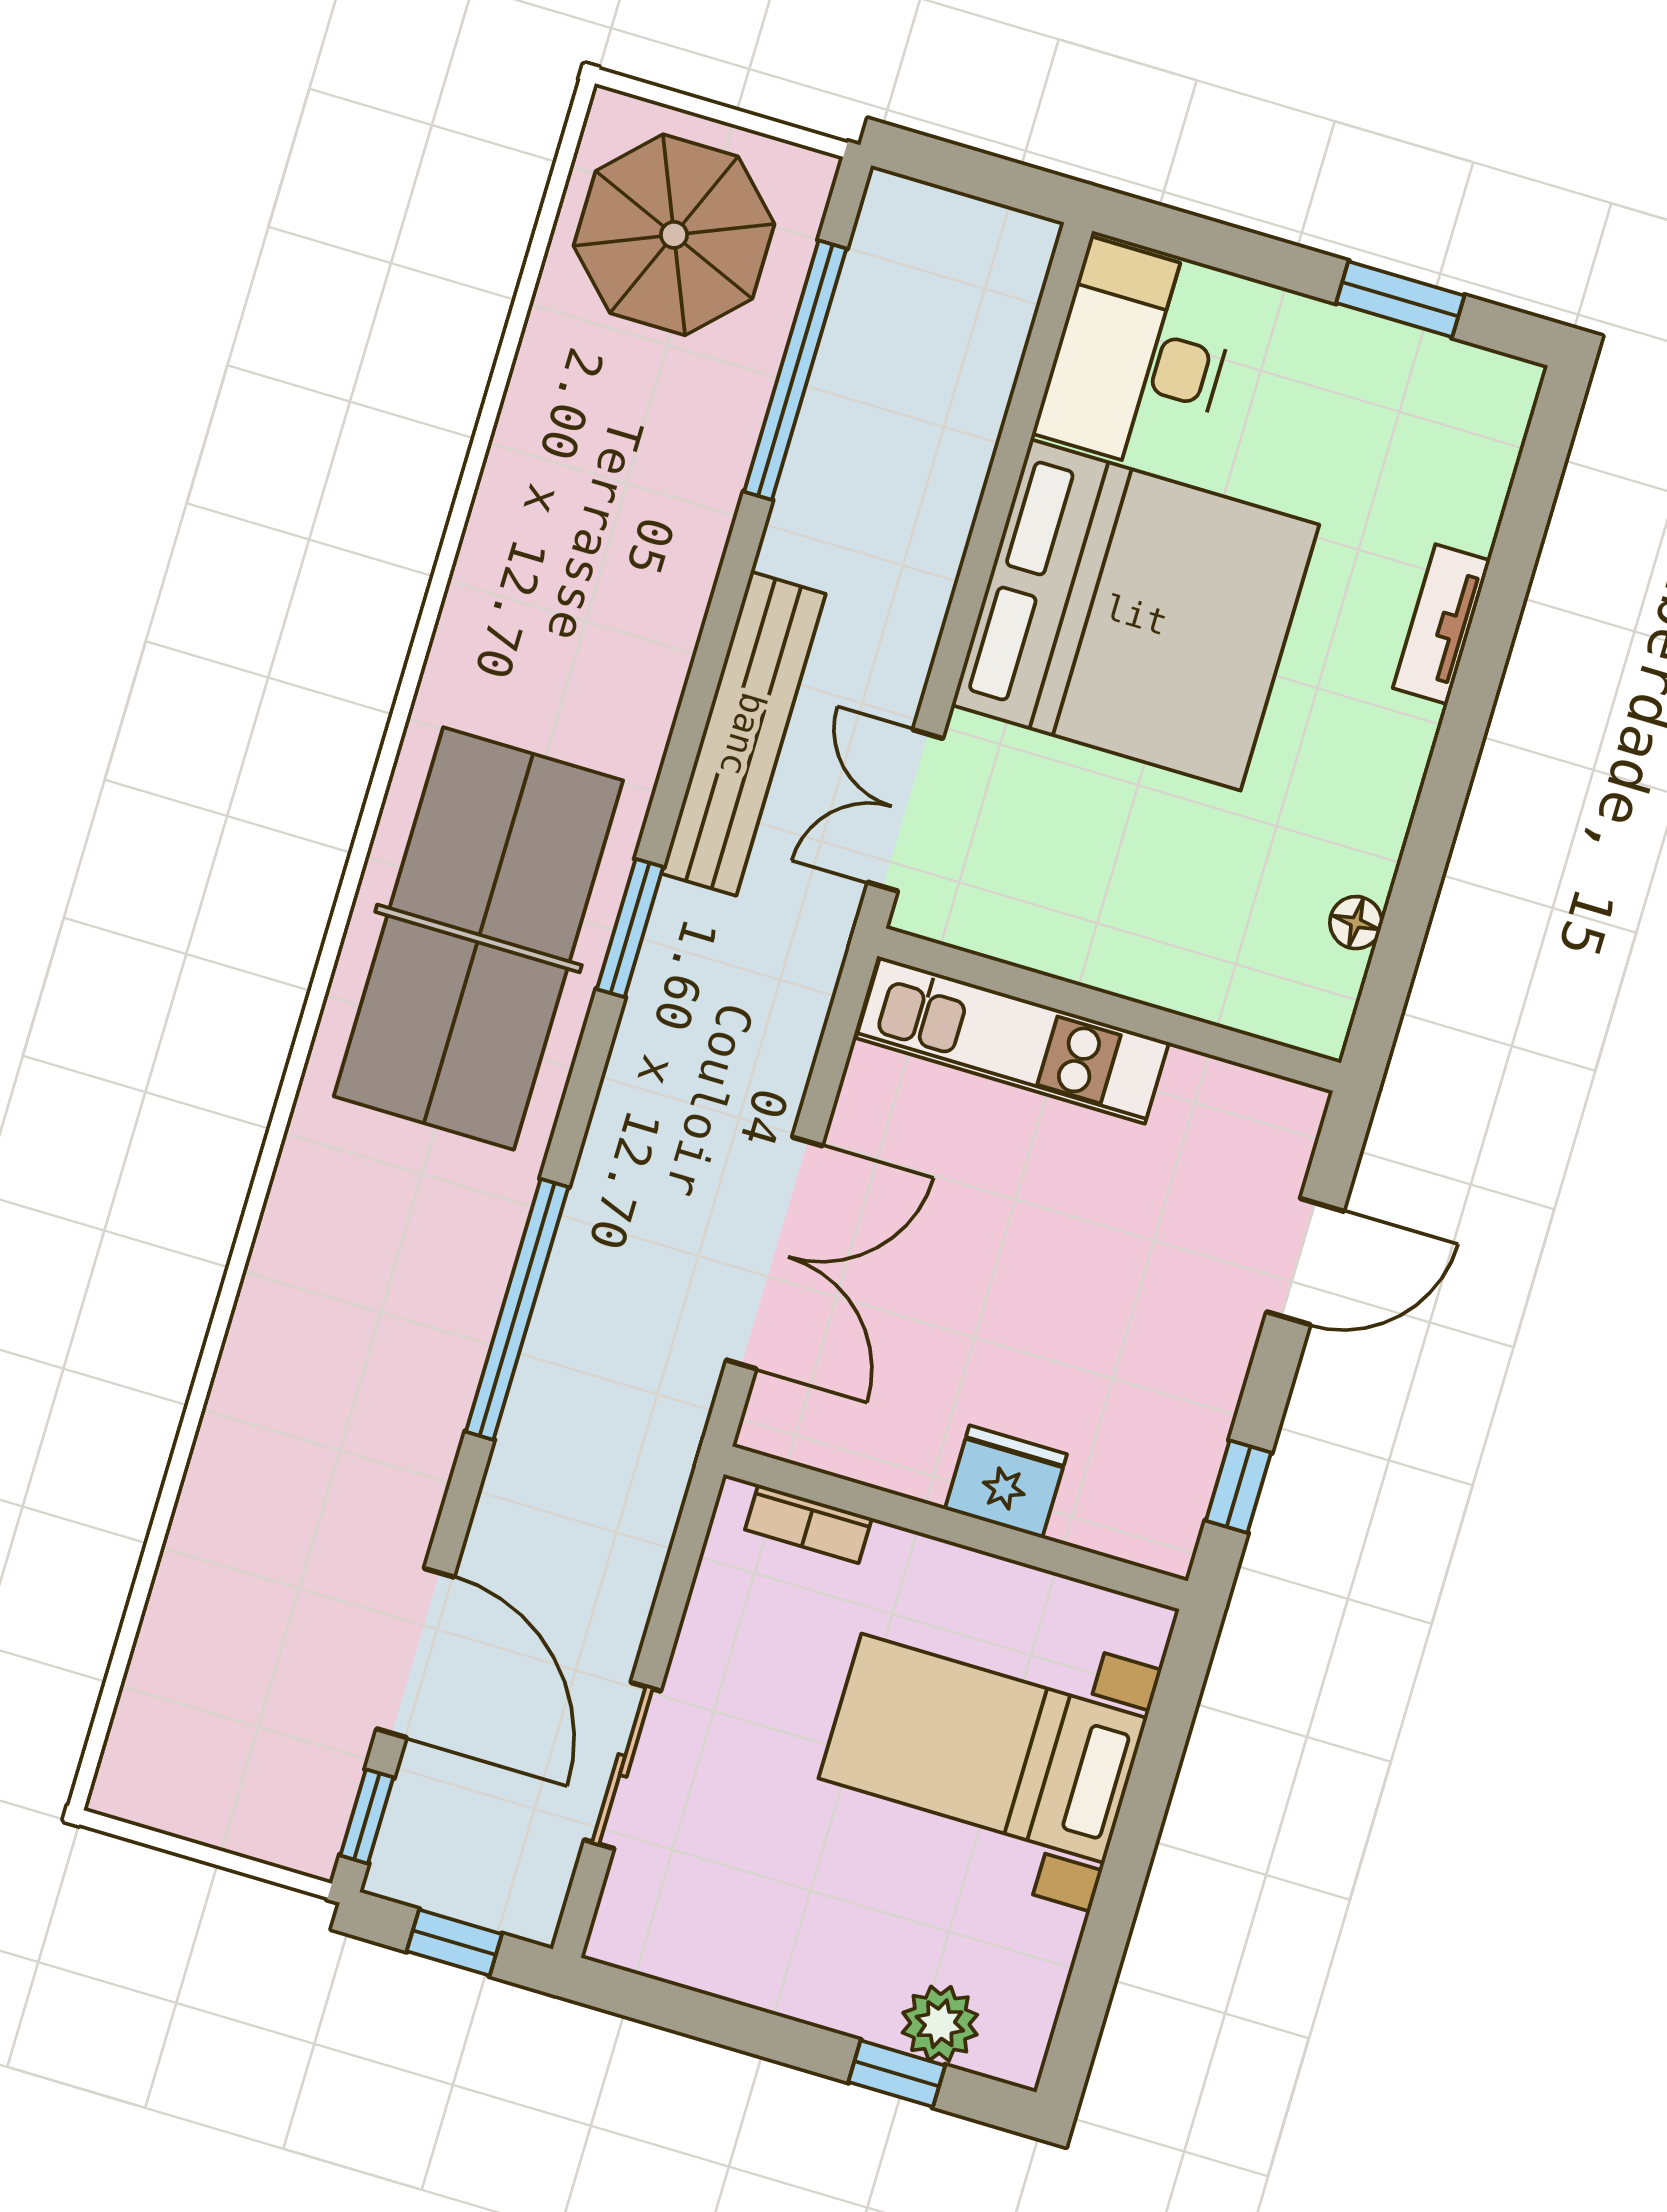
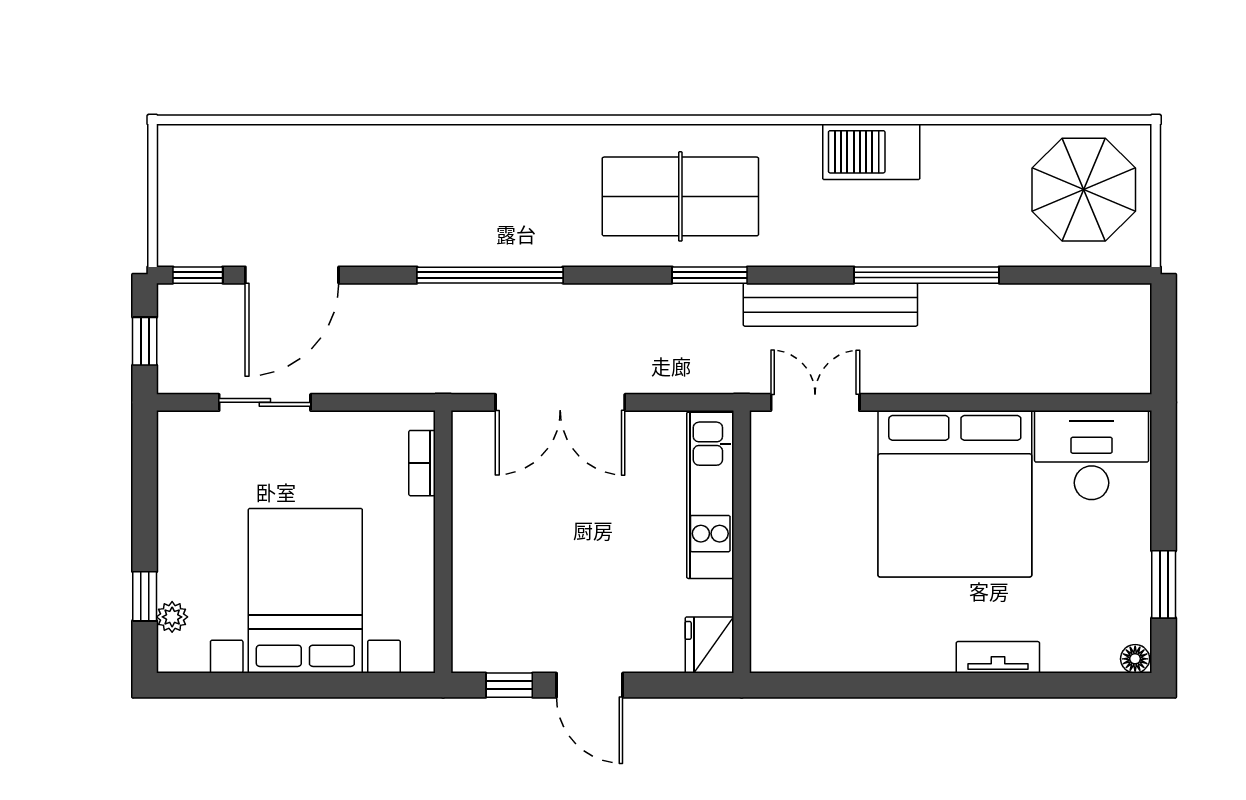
window: (795, 370) -> (926, 275), moved
barbecue: (499, 584) -> (871, 152), added
floor lamp: (1356, 923) -> (1135, 659), moved
table tennis table: (478, 938) -> (680, 196), width x0.73, depth x0.76
door: (1305, 1262) -> (590, 685), moved
fridge: (1006, 1482) -> (709, 645), moved, turned 180
bed with nightstands: (983, 1748) -> (305, 591), width x1.36
plant: (940, 2024) -> (172, 617), width x0.73, depth x0.73

